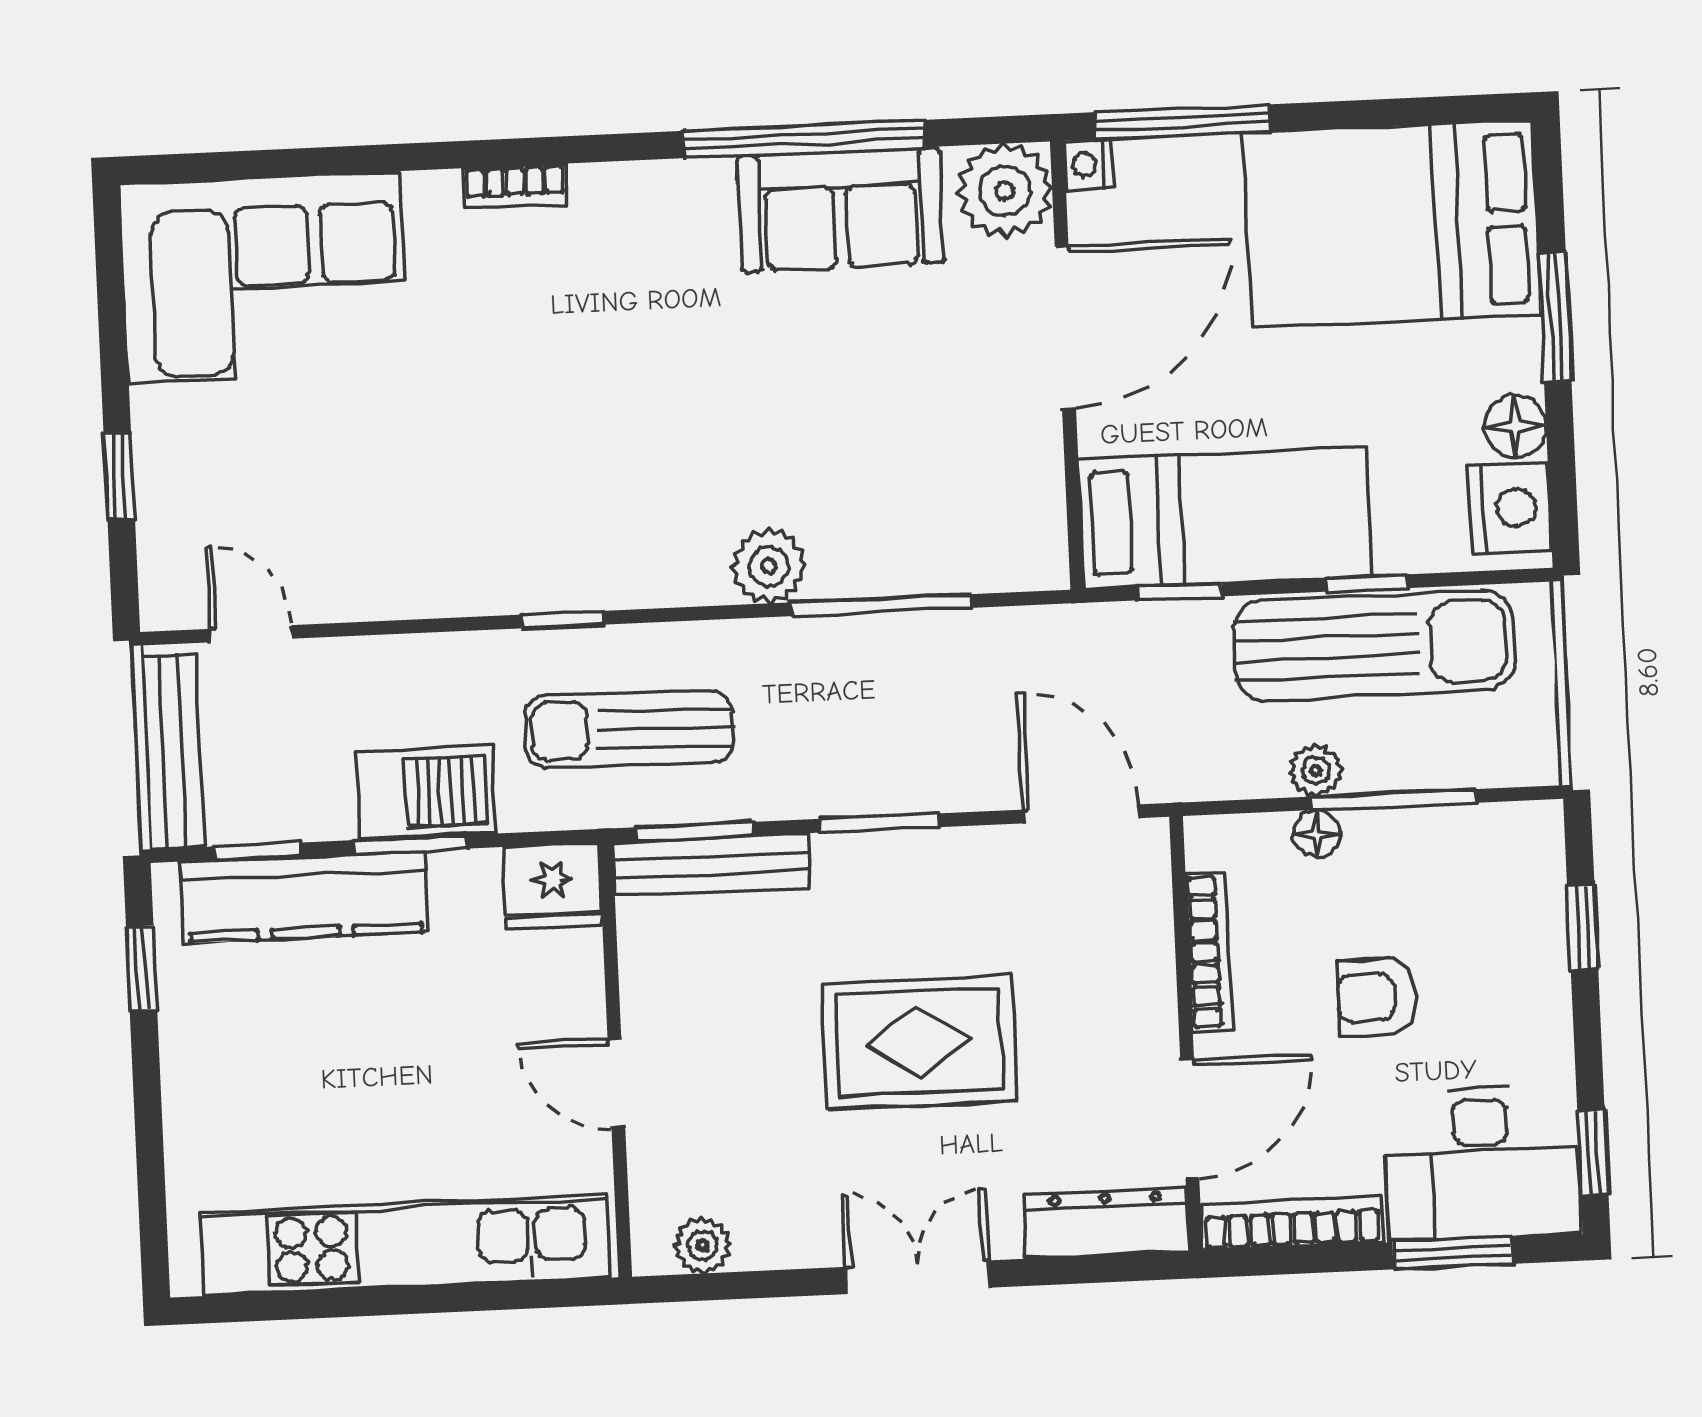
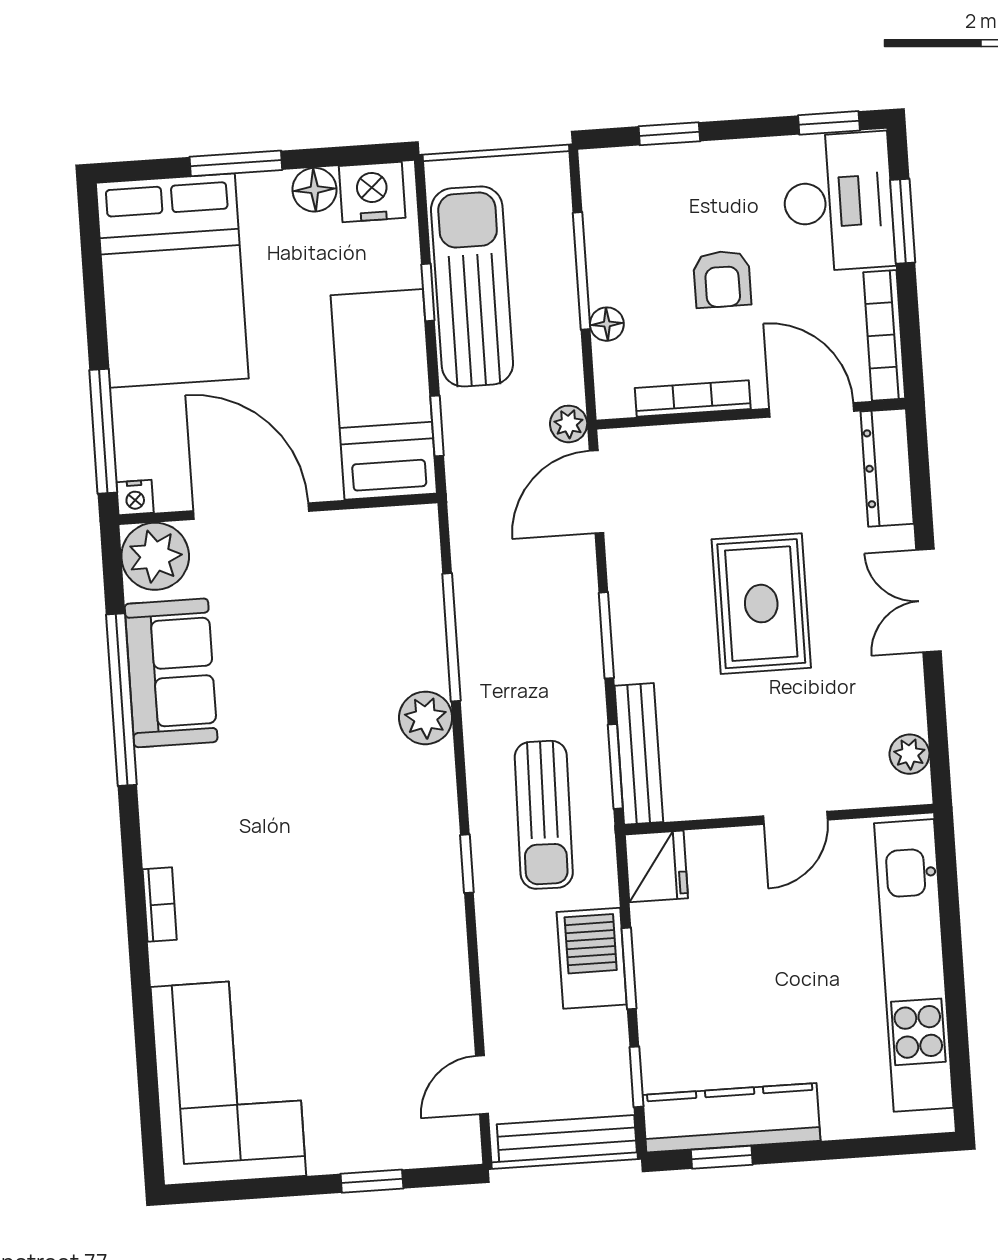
plant: (1316, 770) -> (569, 424), moved
kitchen counter: (304, 897) -> (731, 1118), moved, turned -90

